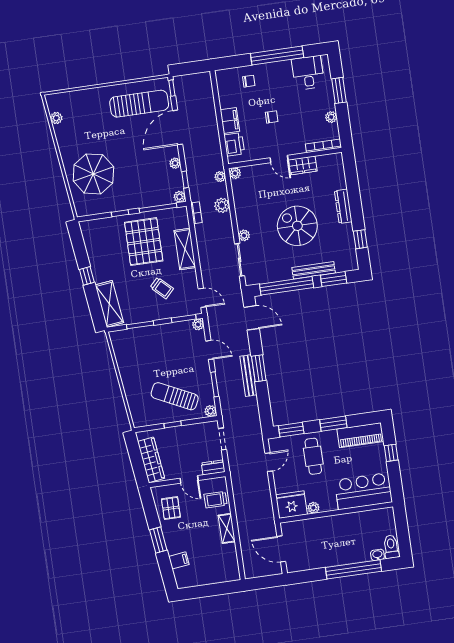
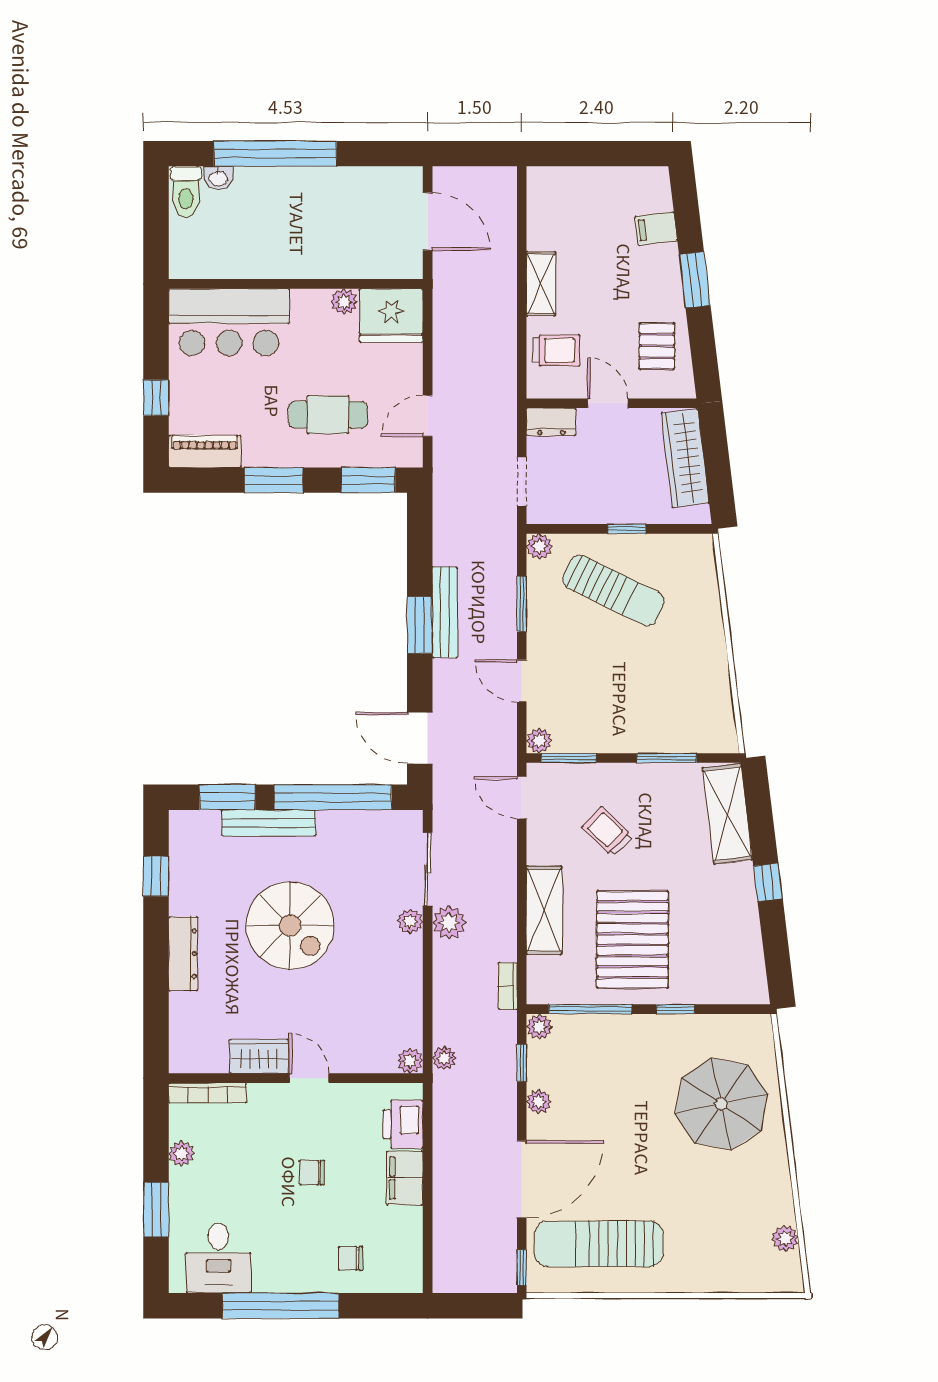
plant: (222, 205) -> (449, 923), moved
piano: (360, 435) -> (205, 451), width x0.73, depth x0.75
cafe table: (313, 456) -> (328, 415), turned 90

